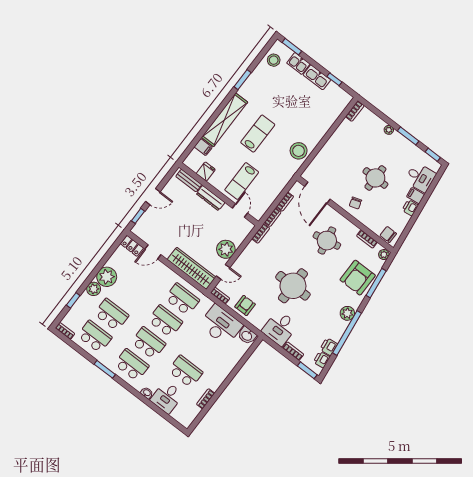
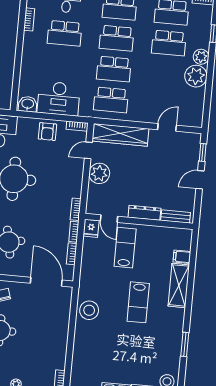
shelving: (225, 120) -> (179, 285), width x0.68
fridge: (206, 172) -> (91, 228), moved
locker: (132, 246) -> (190, 121), removed

